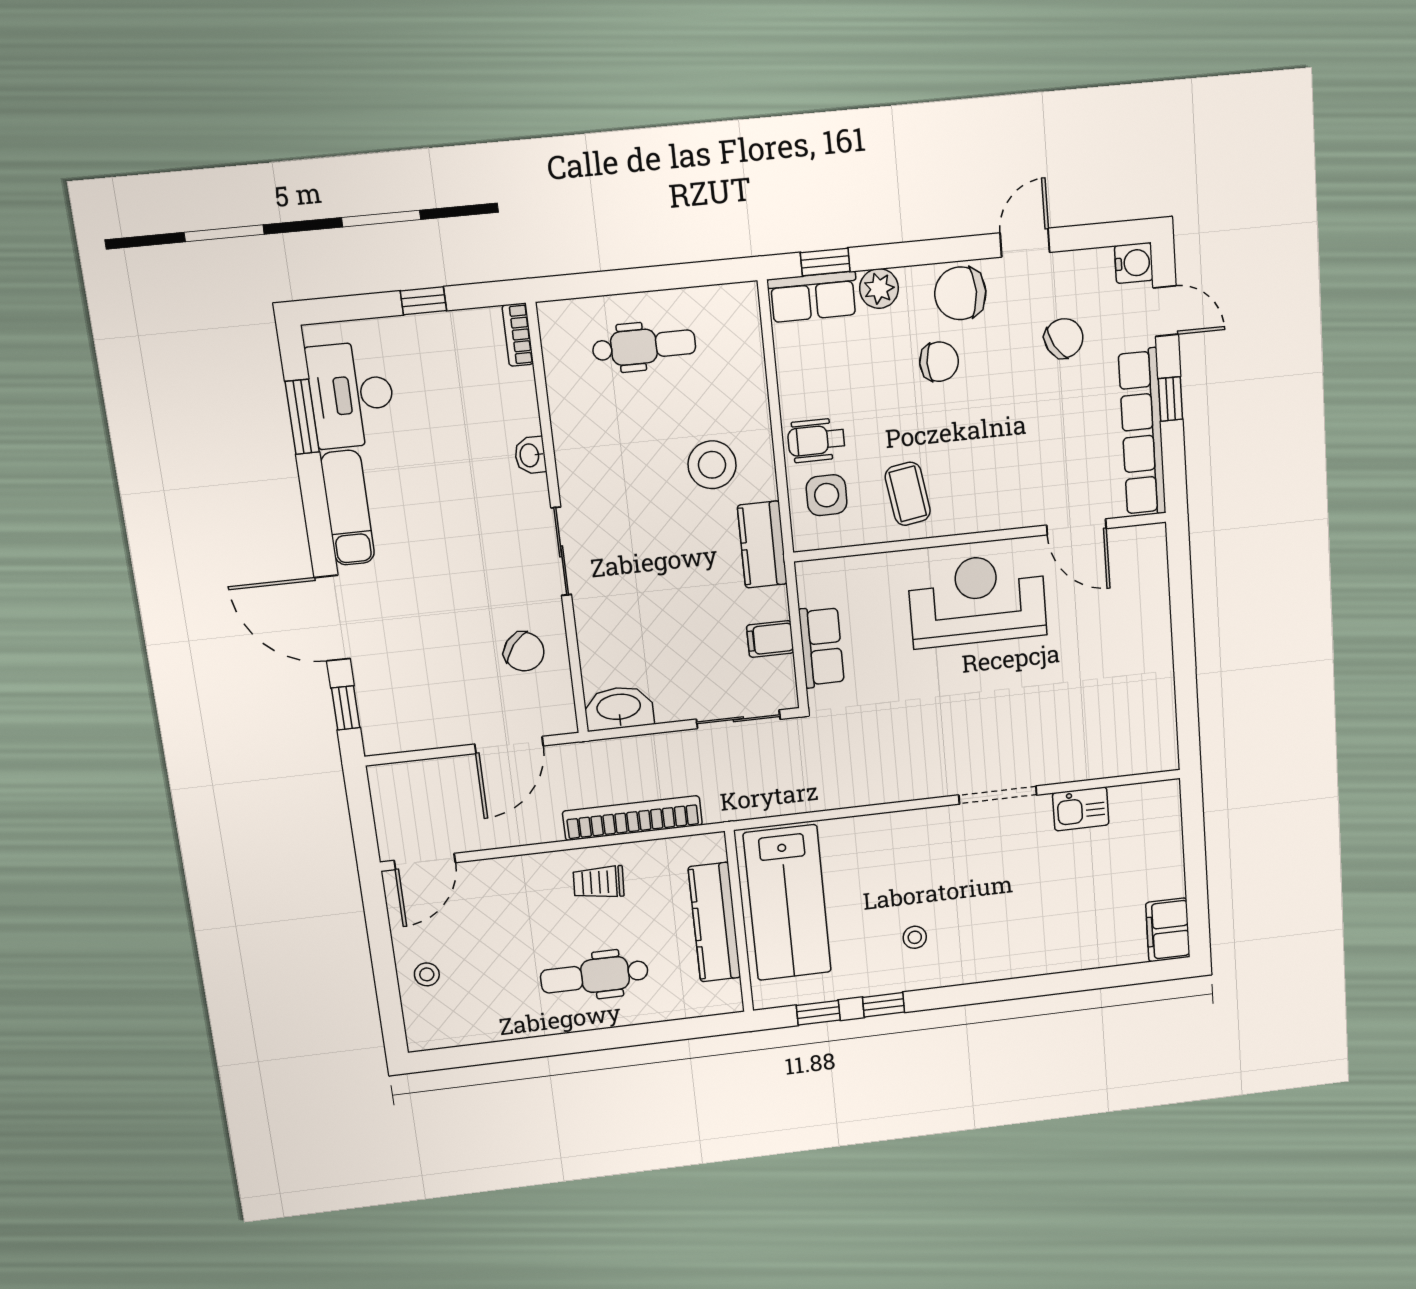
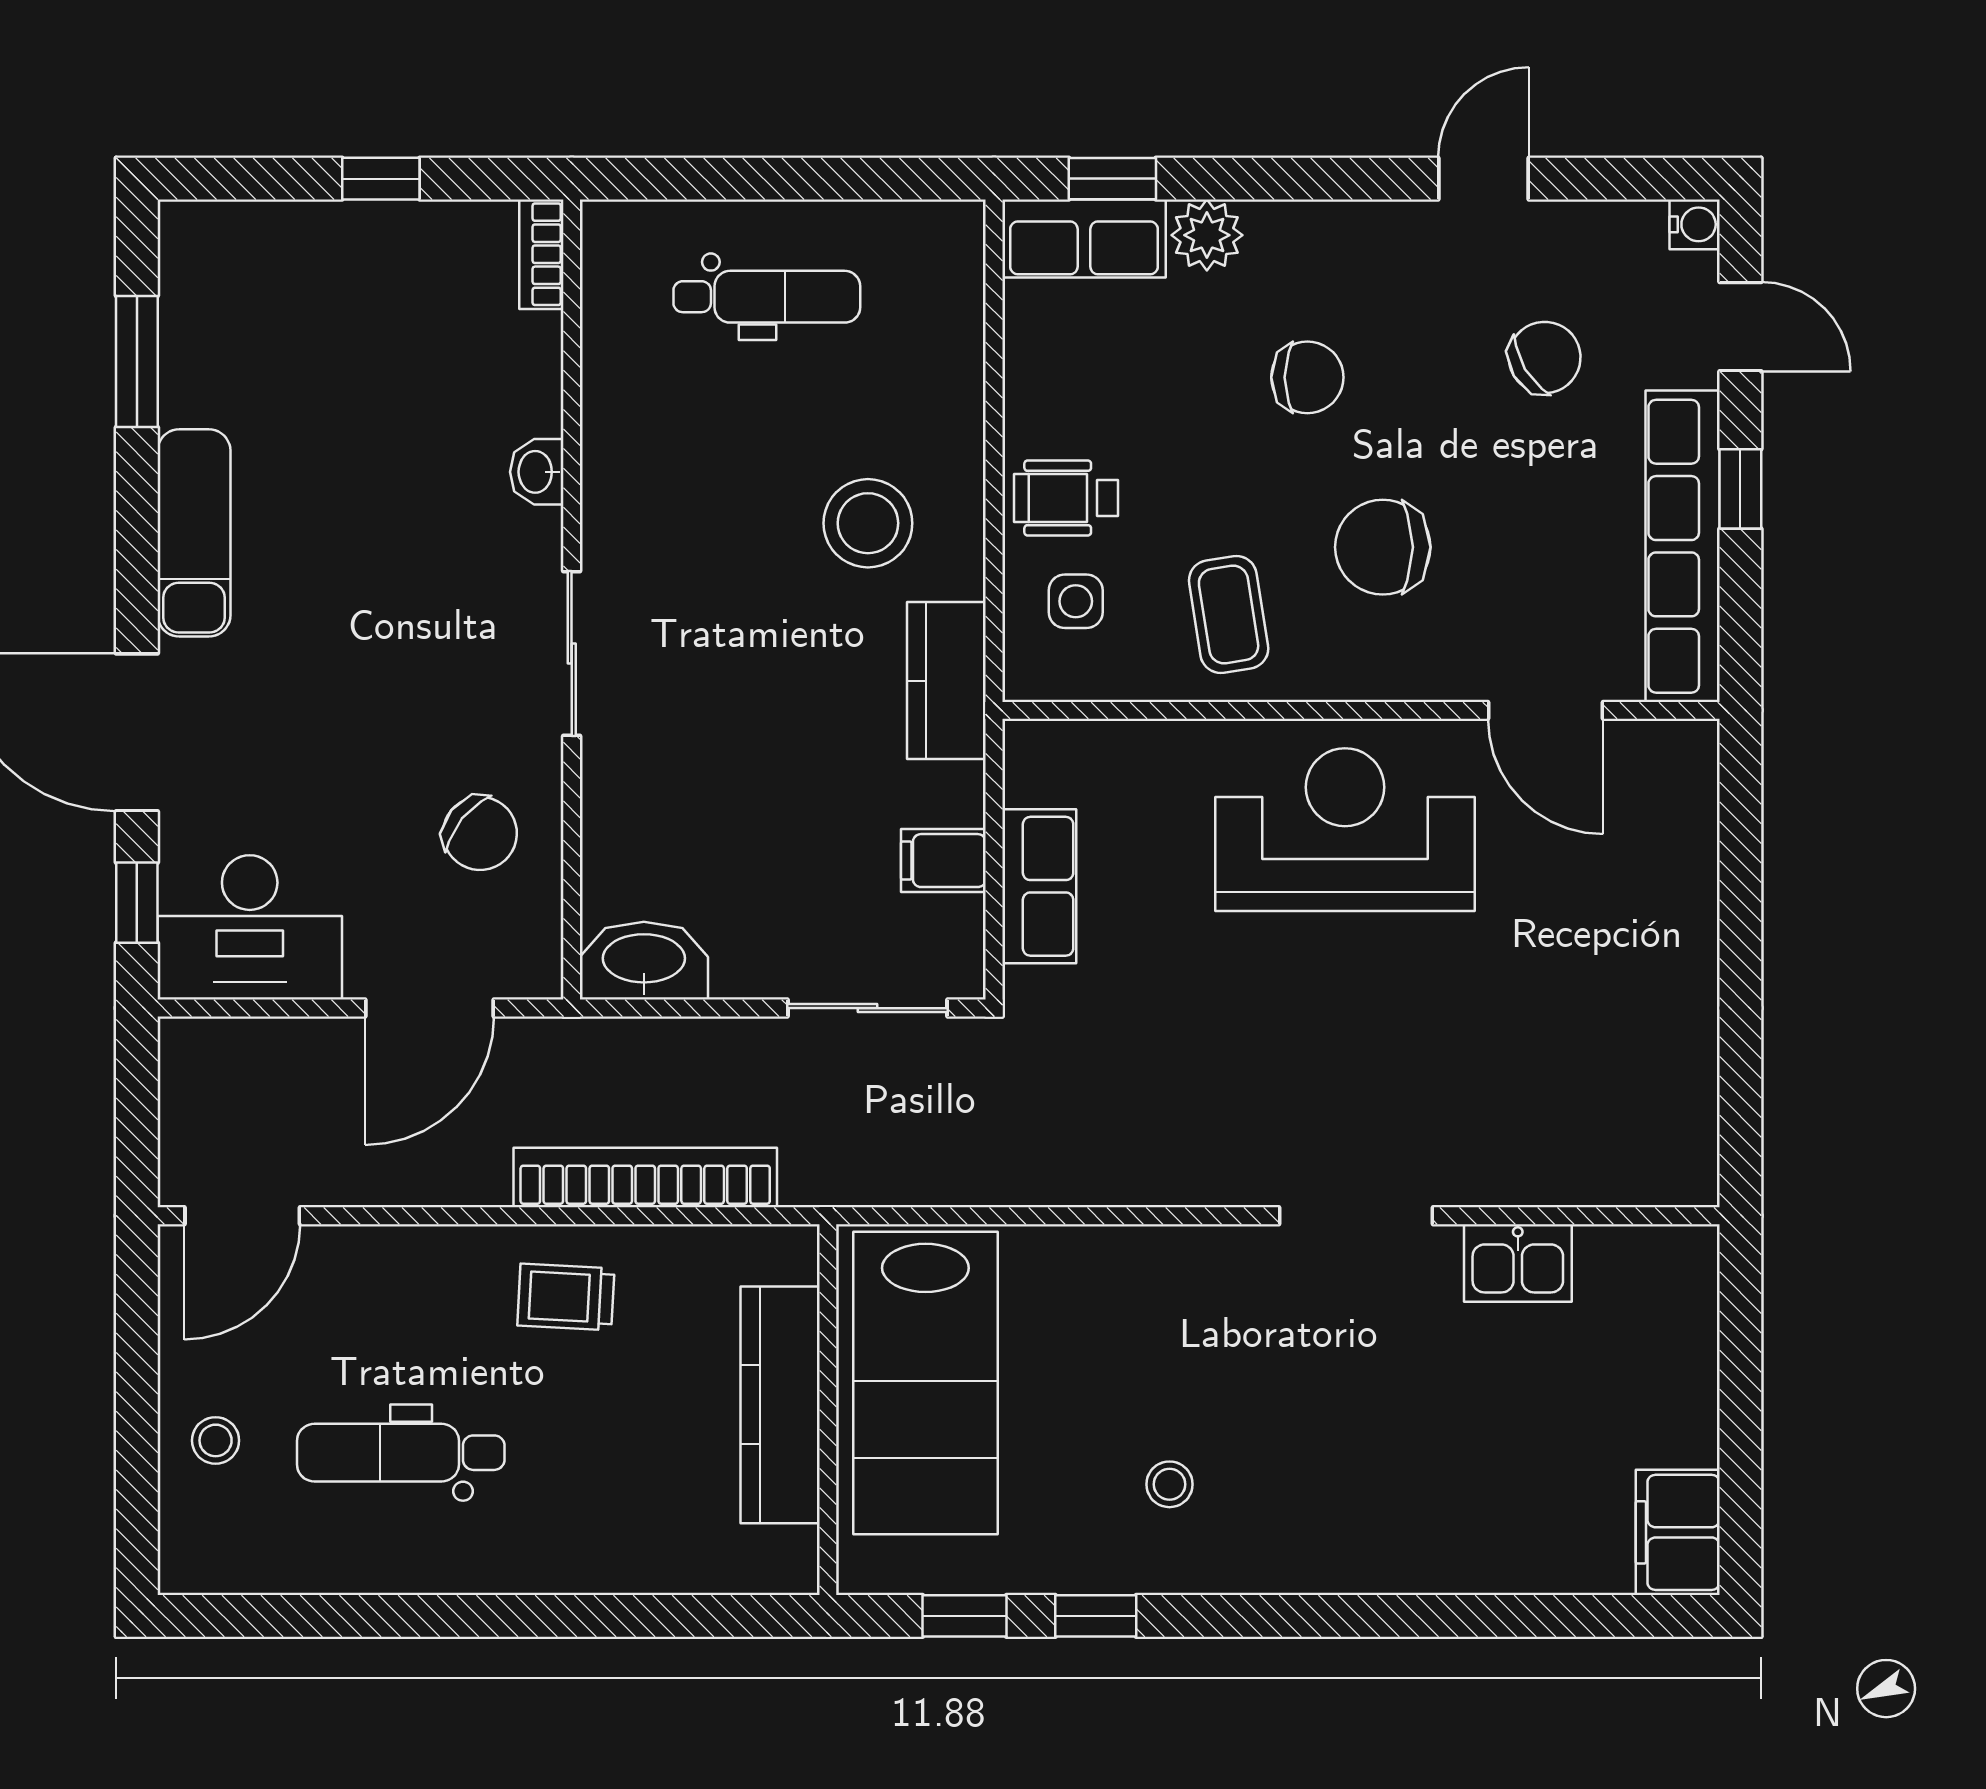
water cooler: (1134, 263) -> (1695, 224), width x0.72, depth x0.72
chair: (960, 293) -> (1383, 547), moved
desk: (351, 395) -> (250, 927), moved, turned -90
side table: (827, 495) -> (1076, 601), width x0.73, depth x0.73
dental chair: (594, 976) -> (401, 1453), moved

